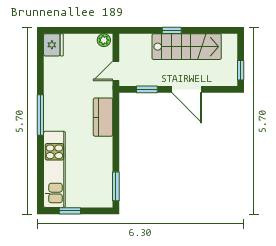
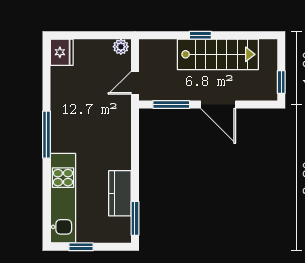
window: (147, 89) -> (171, 104), width x1.50
kitchen counter: (103, 117) -> (120, 193), moved

